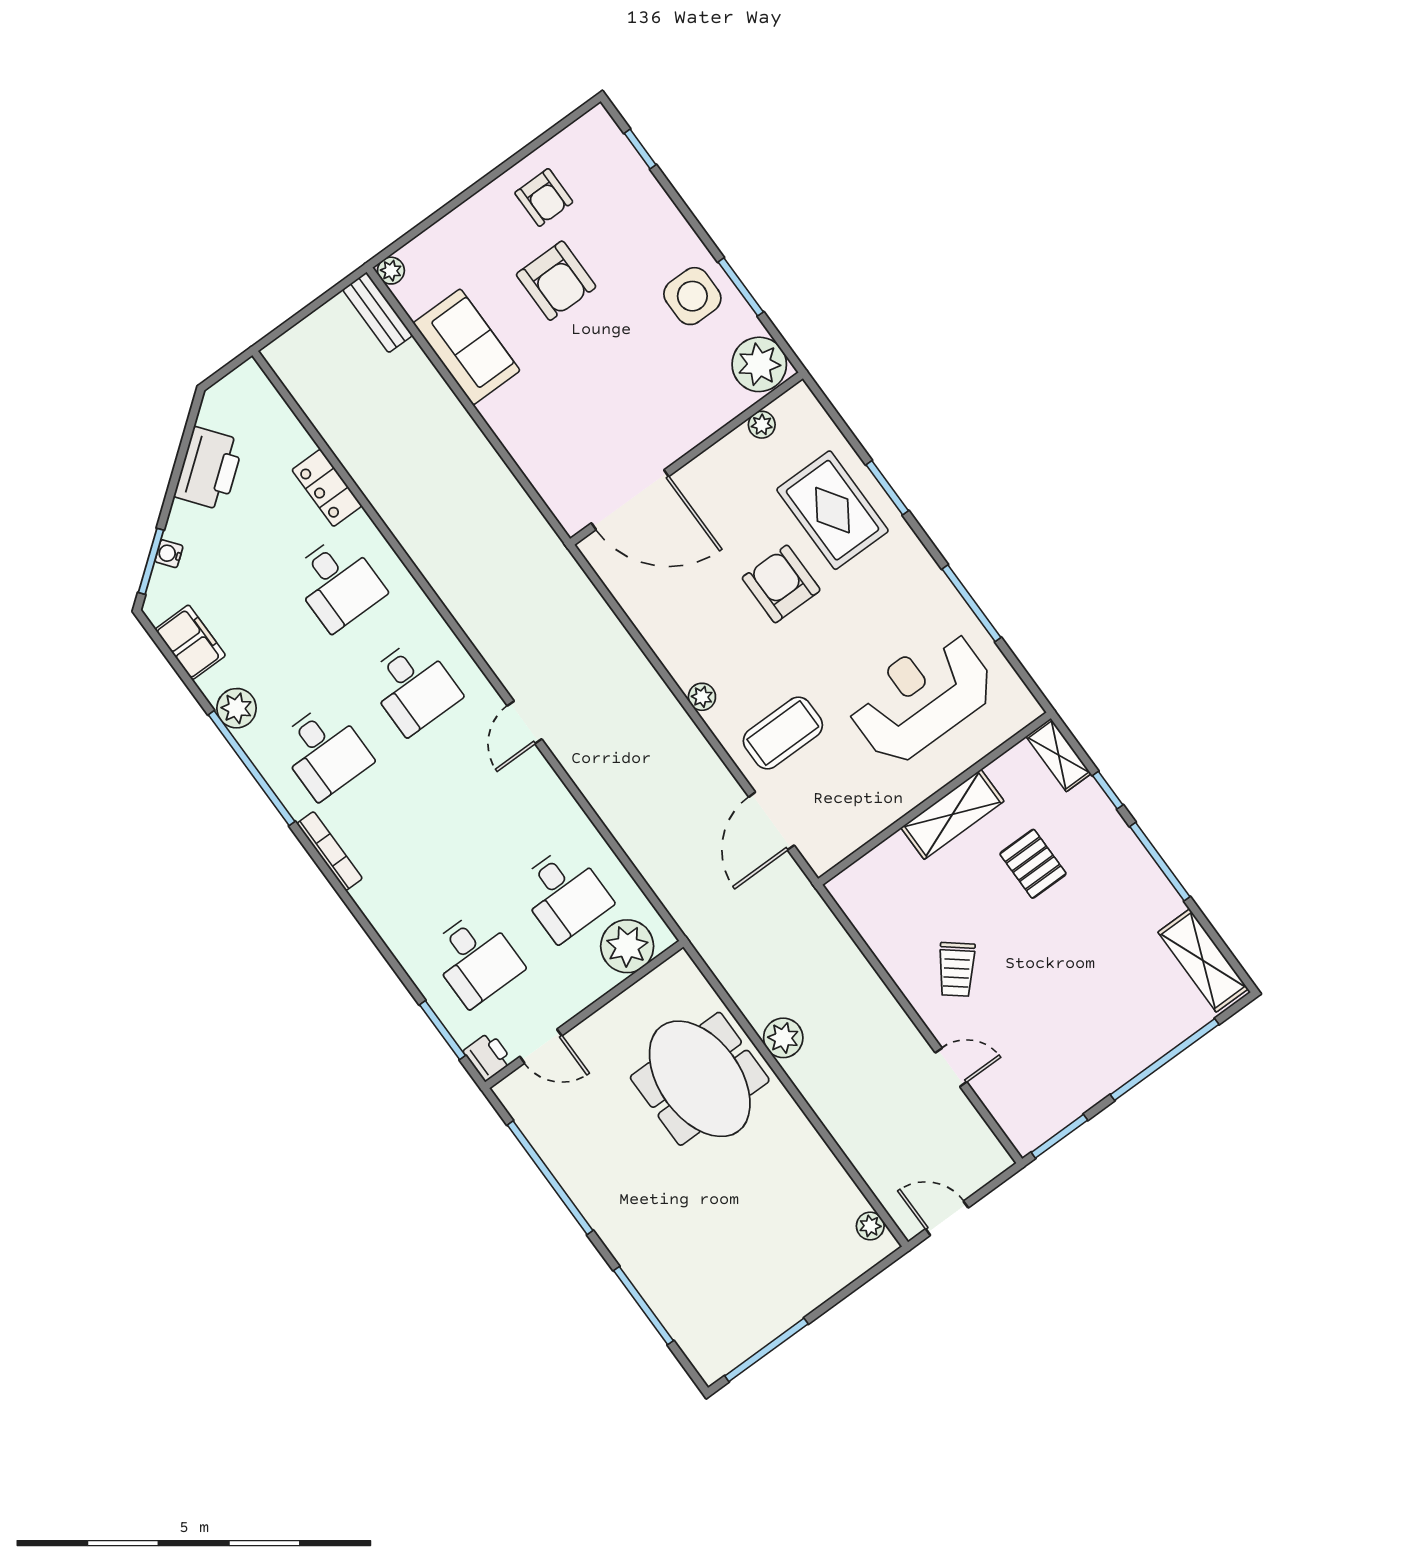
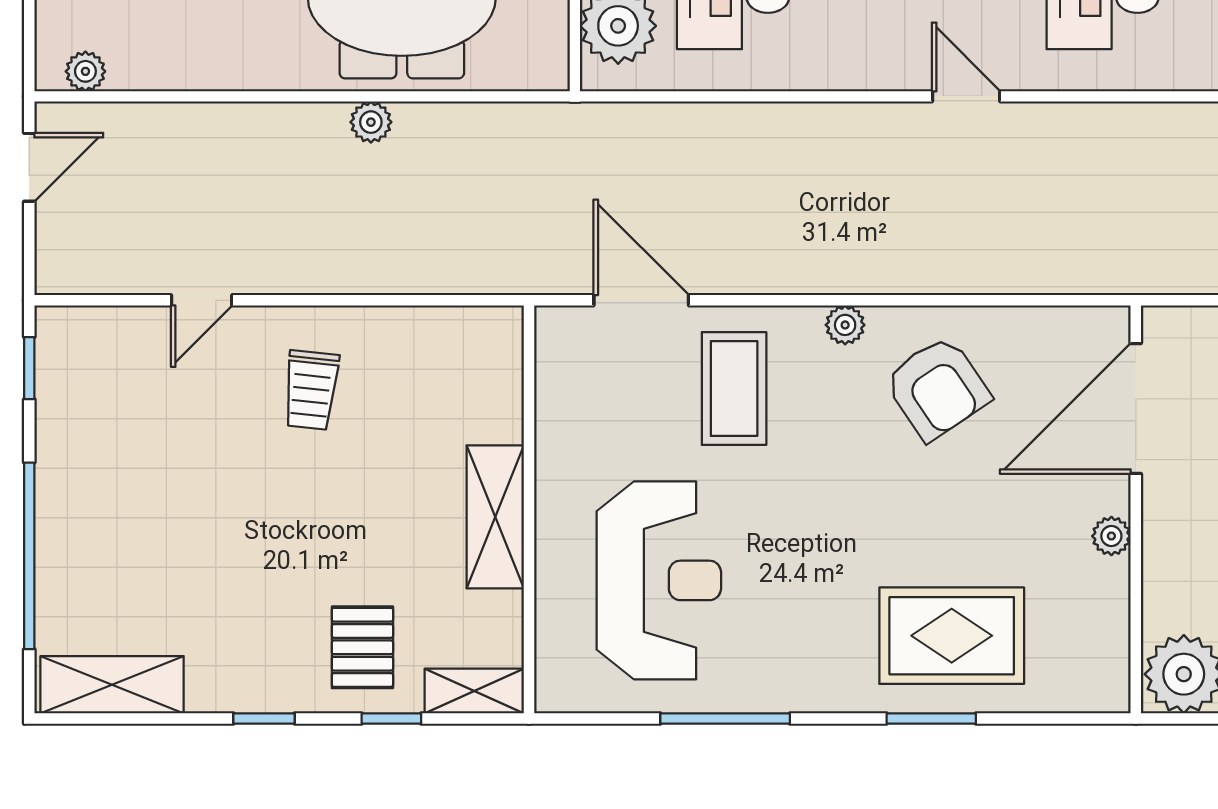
plant: (762, 425) -> (1111, 536), moved
armchair: (781, 584) -> (937, 388), moved, turned 56
window: (1160, 862) -> (264, 718), width x0.46
pallet: (1033, 864) -> (362, 647), moved, turned 90
trolley: (957, 969) -> (311, 390), turned -123
plant: (783, 1038) -> (371, 122), width x0.73, depth x0.73
window: (1059, 1136) -> (29, 368), width x0.67

